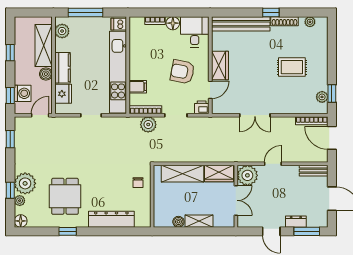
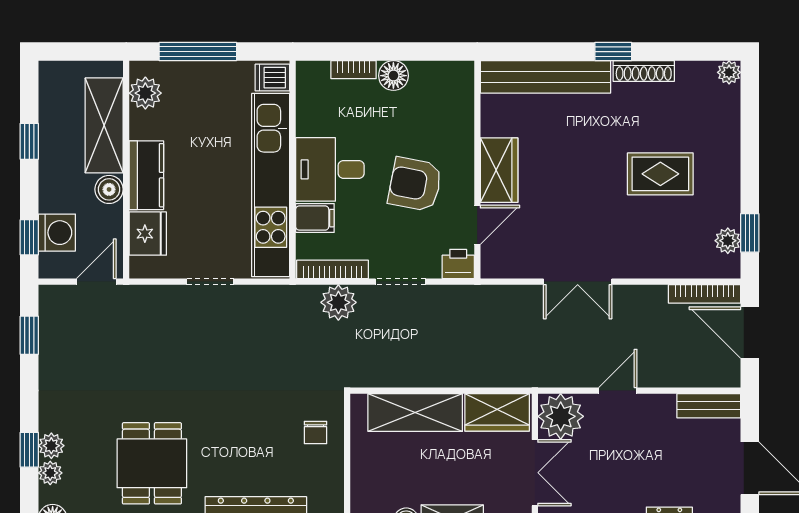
plant: (310, 22) -> (729, 72), moved
desk: (195, 32) -> (330, 169), moved, turned -90
plant: (25, 183) -> (51, 446), width x0.53, depth x0.53

